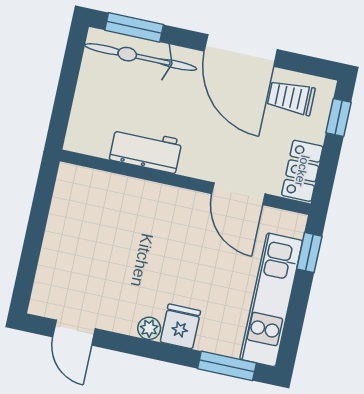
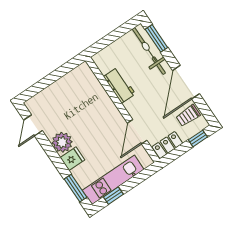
trolley: (291, 98) -> (188, 116), turned -90
window: (309, 253) -> (113, 196), moved
plant: (149, 328) -> (62, 142), width x1.88, depth x1.88

